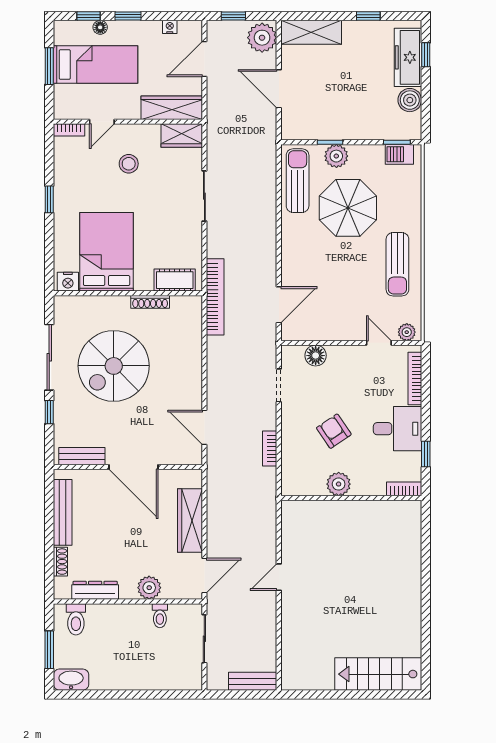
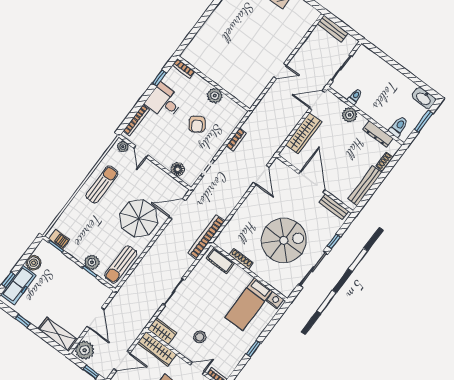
parasol: (348, 208) -> (139, 218), moved
bed: (107, 252) -> (249, 304), width x0.67

